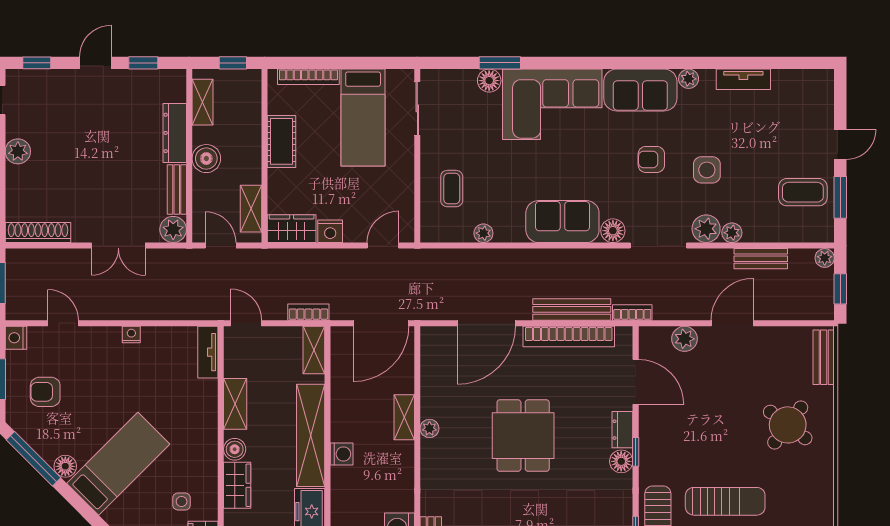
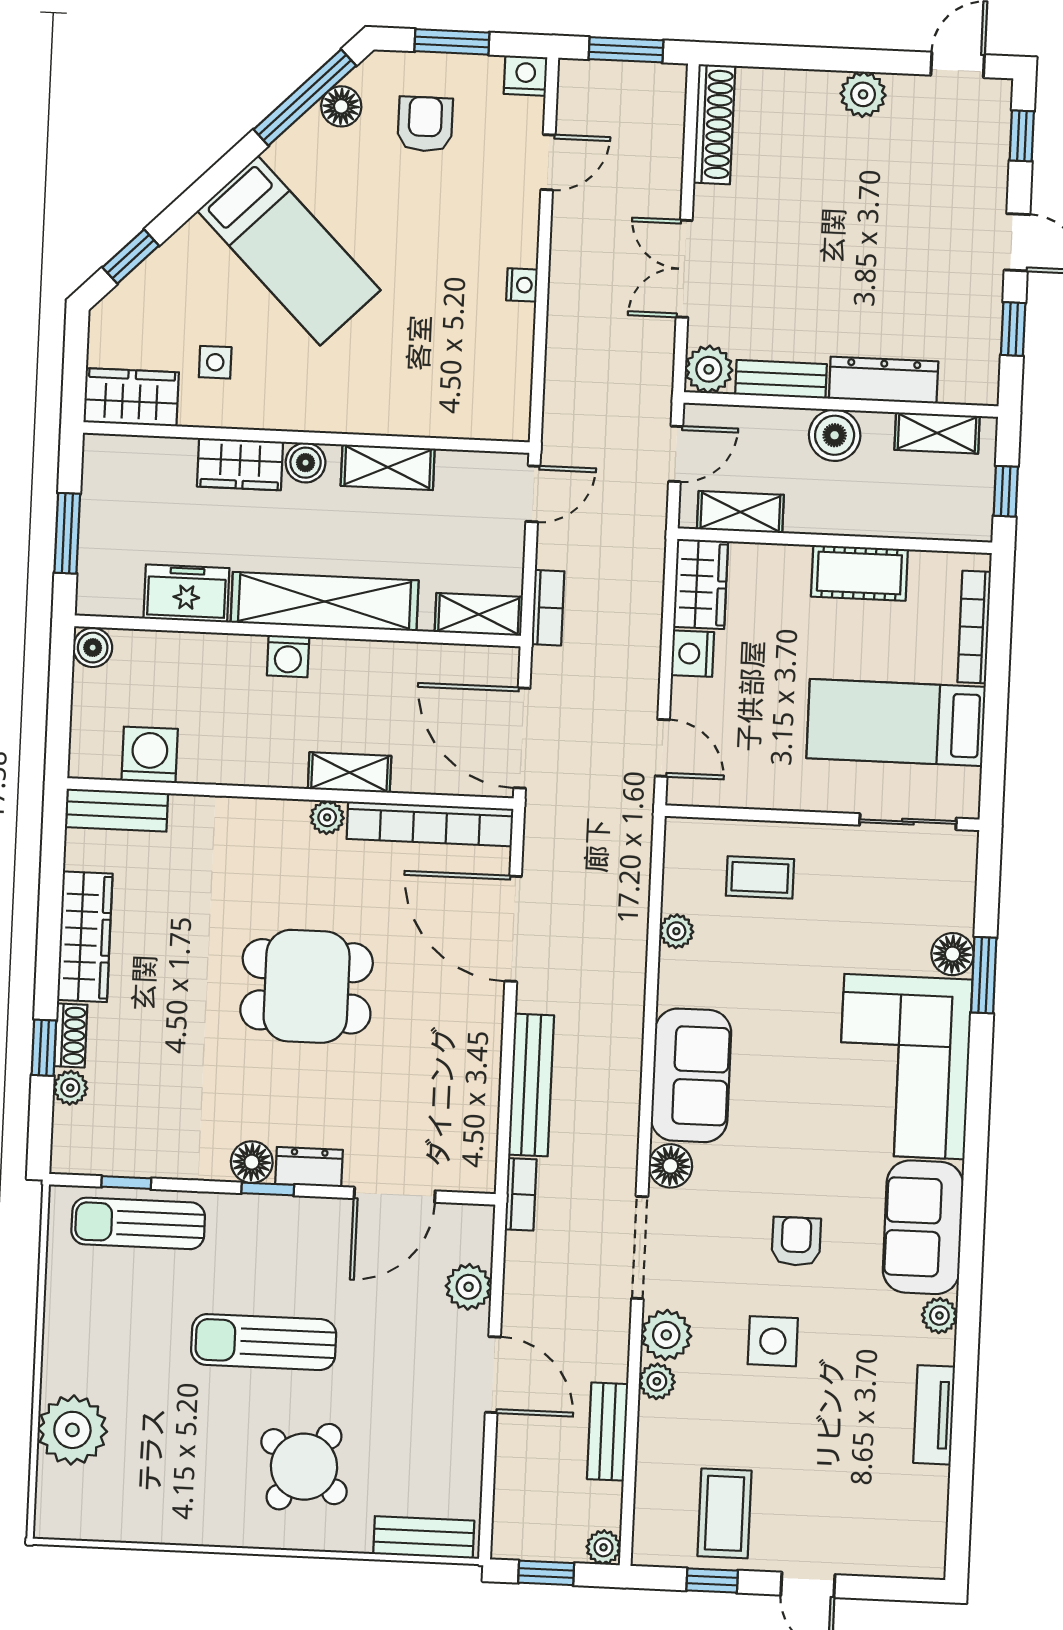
window: (840, 197) -> (712, 1581), width x0.67
bookcase: (569, 336) -> (430, 824), moved, turned -90
tv unit: (208, 352) -> (484, 422), removed
floor lamp: (65, 466) -> (341, 106), moved
sun lounger: (725, 501) -> (264, 1342), moved, turned 90

